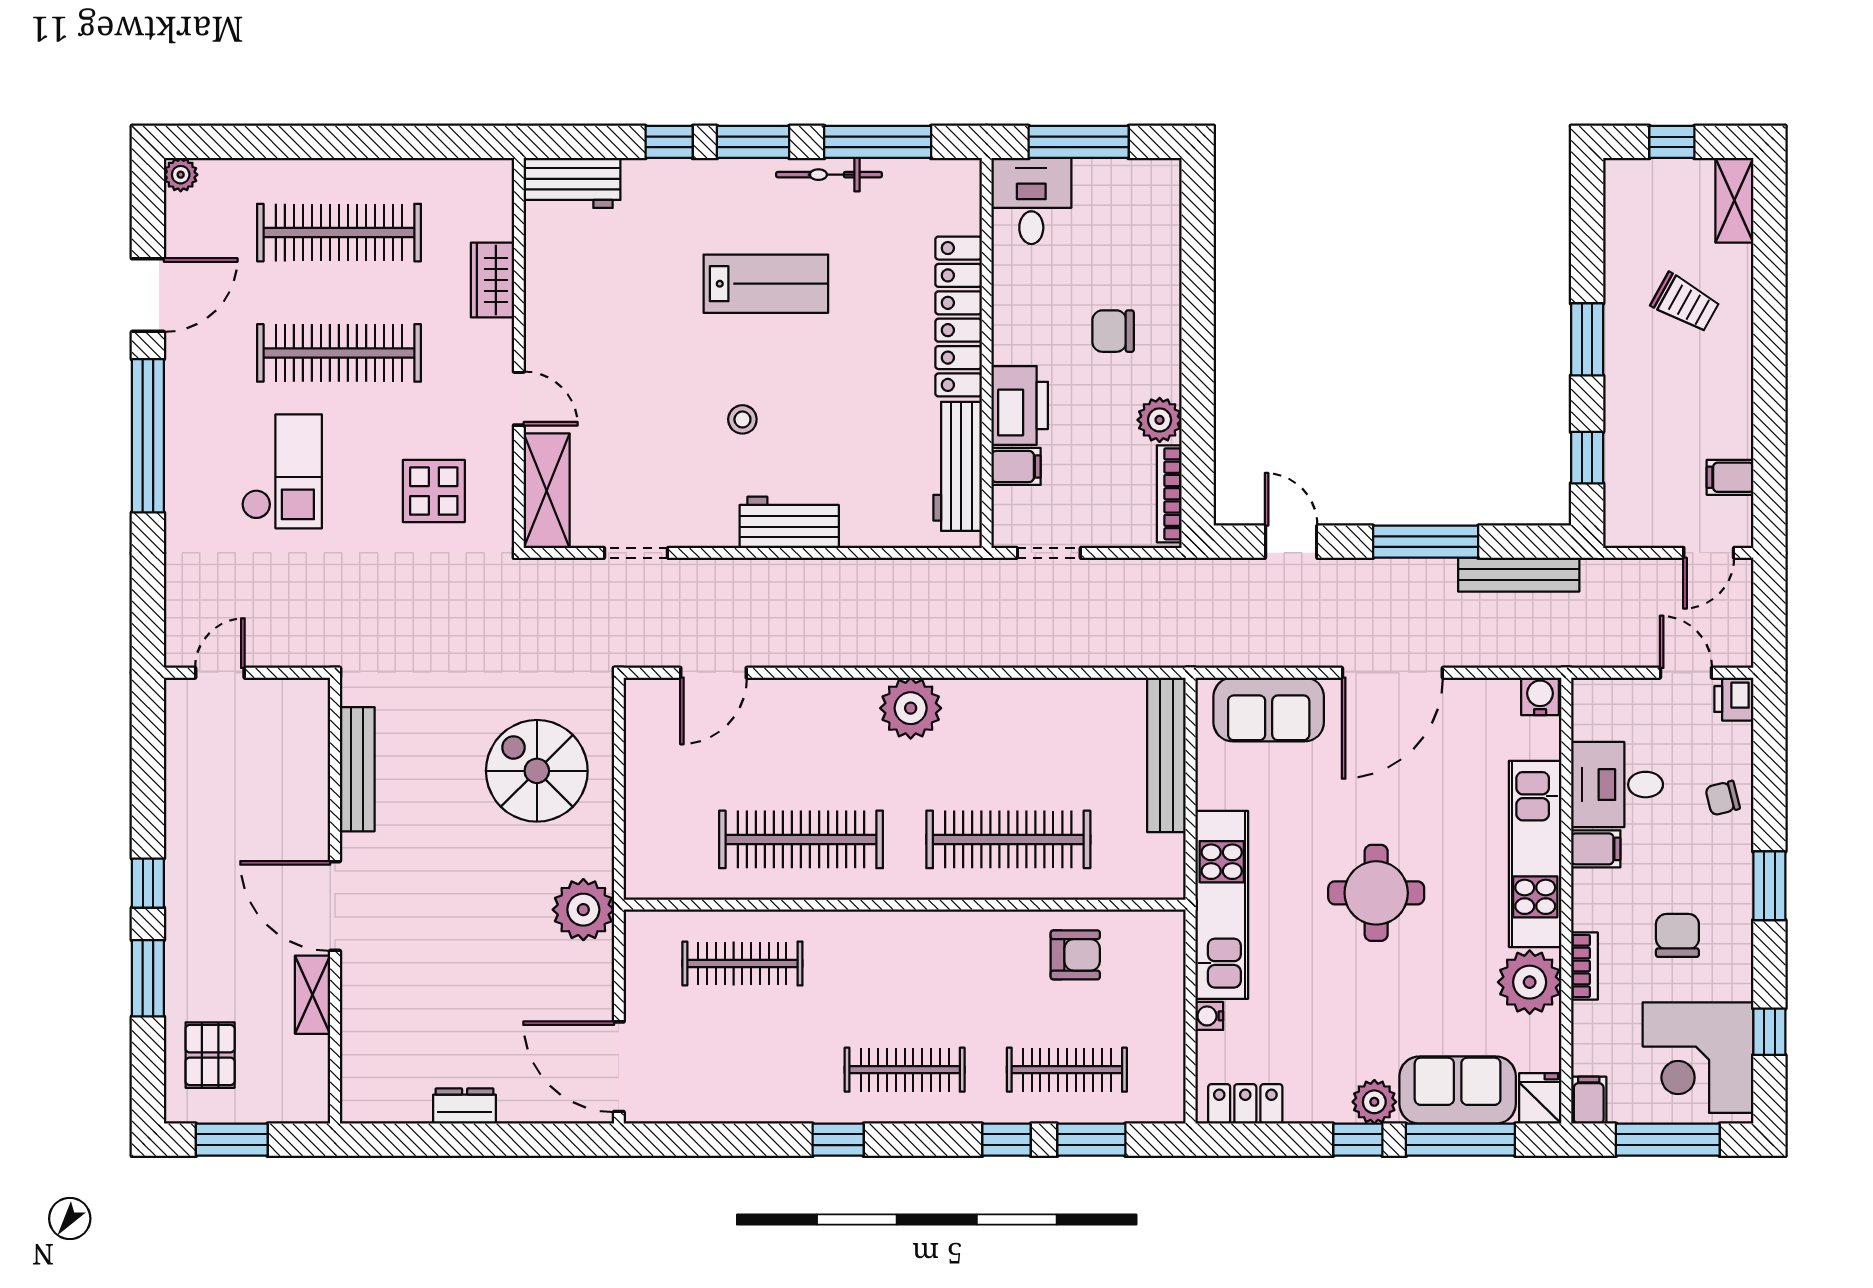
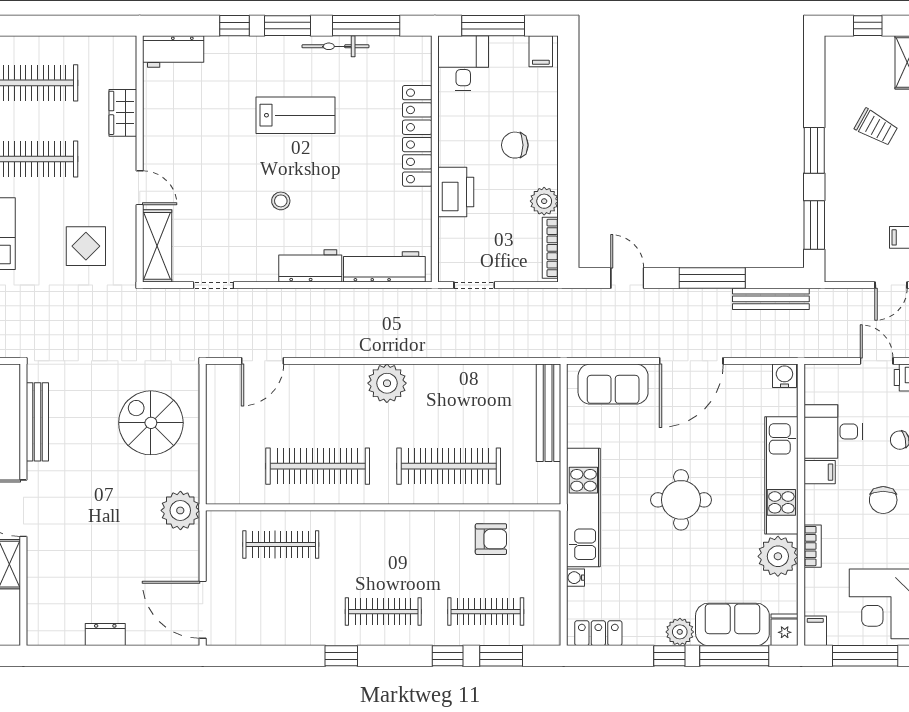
window: (1587, 458) -> (814, 225), width x1.50
workbench: (958, 466) -> (384, 267), moved, turned 90
filing cabinet: (1016, 466) -> (541, 51), moved, turned 90
chair: (1677, 935) -> (883, 500), moved, turned 180

